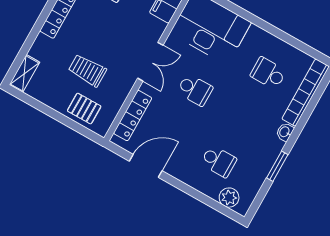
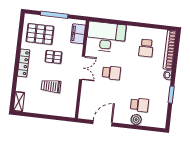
school desk: (268, 73) -> (146, 48), turned -90
pallet: (84, 109) -> (53, 57), moved
locker: (133, 116) -> (85, 100), removed
plant: (229, 198) -> (136, 120), moved

